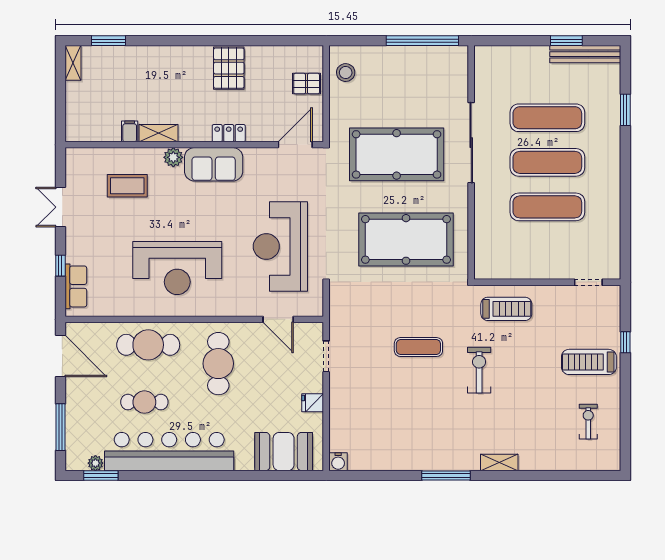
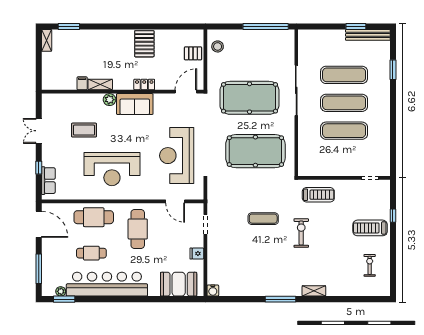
coffee table: (127, 186) -> (84, 130), moved

